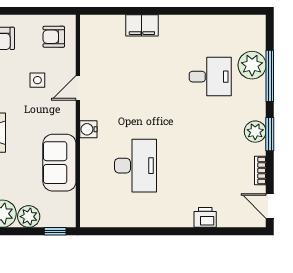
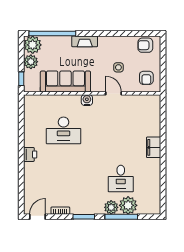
filing cabinet: (142, 25) -> (154, 147), moved
armchair: (54, 37) -> (146, 78), turned 180
plant: (255, 132) -> (111, 207), moved
sofa: (59, 163) -> (65, 82), width x1.36
printer: (205, 217) -> (30, 154), moved

